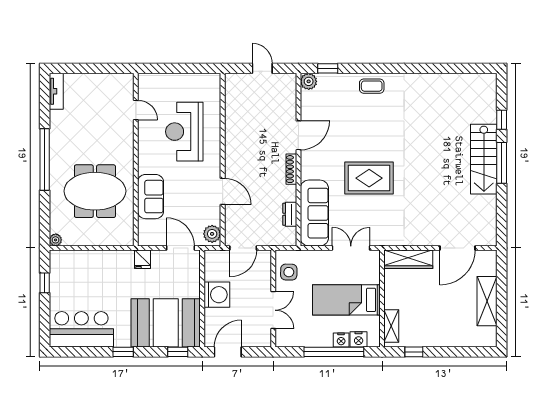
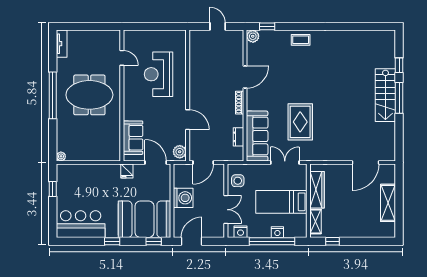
rug: (369, 178) -> (300, 122), moved, turned 90
meeting table: (95, 191) -> (89, 95), moved
sofa: (151, 197) -> (133, 138), moved
wardrobe: (408, 259) -> (317, 190), moved, turned -90
nightstand: (359, 339) -> (240, 232), moved

